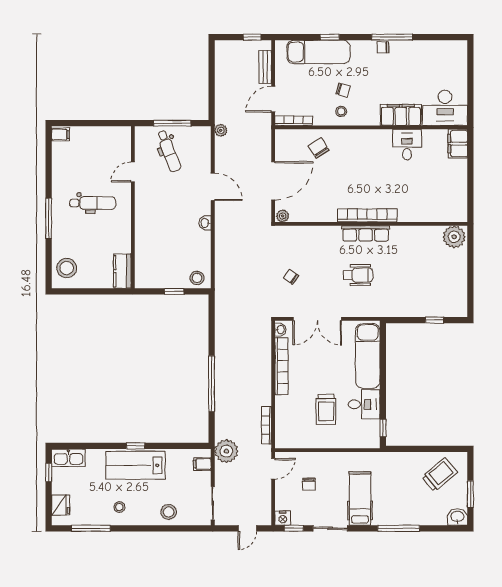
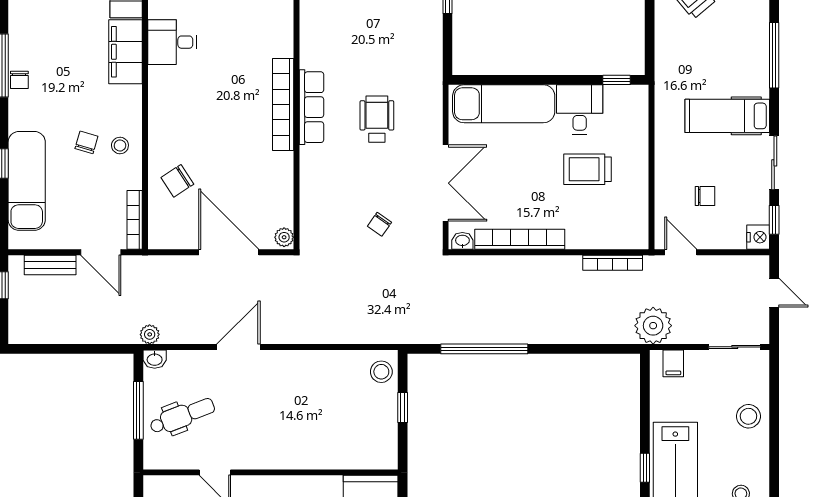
washbasin: (205, 223) -> (155, 359), moved
window: (212, 384) -> (484, 349), moved
trolley: (326, 409) -> (587, 169), turned 180

